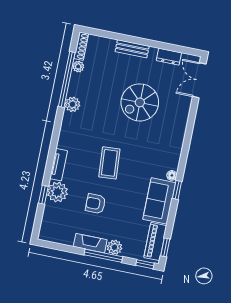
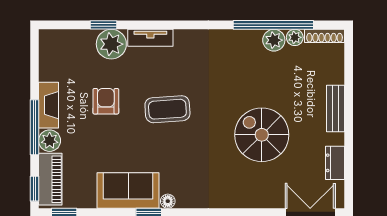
plant: (72, 104) -> (274, 40), moved
piano: (155, 242) -> (50, 179), moved, turned 90

